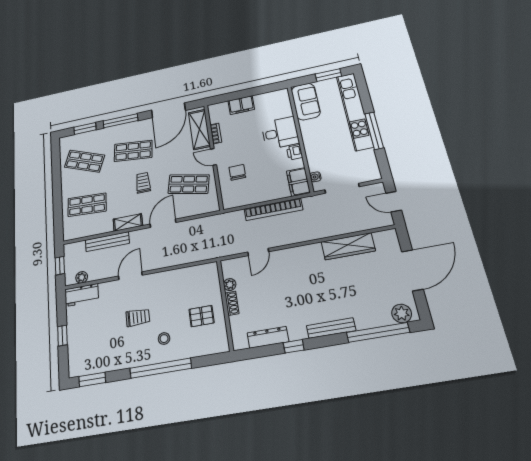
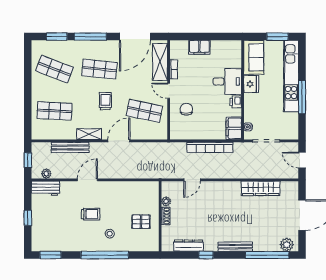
fridge: (309, 130) -> (251, 84), added

